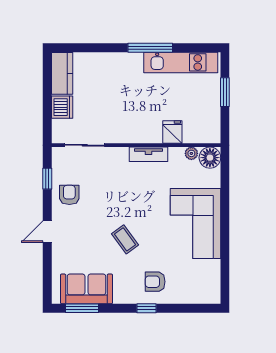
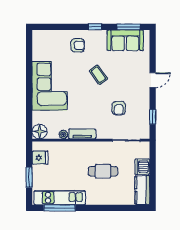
window: (150, 48) -> (59, 208), moved
cafe table: (119, 101) -> (103, 171), added
fridge: (172, 132) -> (40, 158), moved, turned -90
plant: (191, 153) -> (63, 134), moved
armchair: (69, 195) -> (119, 108), moved
window: (146, 308) -> (95, 27), moved

